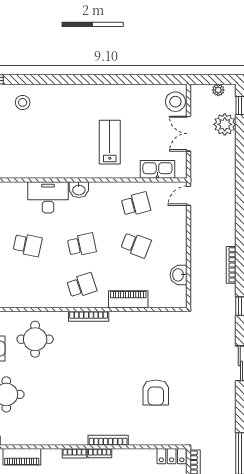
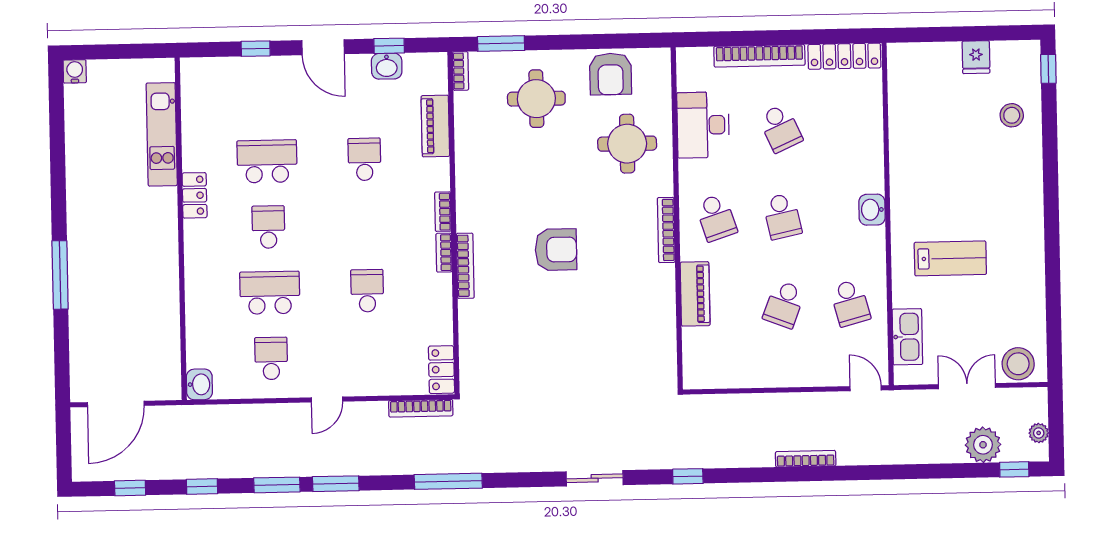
desk: (48, 197) -> (703, 125), moved, turned 180
school desk: (28, 245) -> (780, 128), turned -36
bookcase: (231, 265) -> (806, 459), moved
washbasin: (179, 275) -> (736, 375), removed
armchair: (156, 393) -> (556, 250), moved, turned 180

